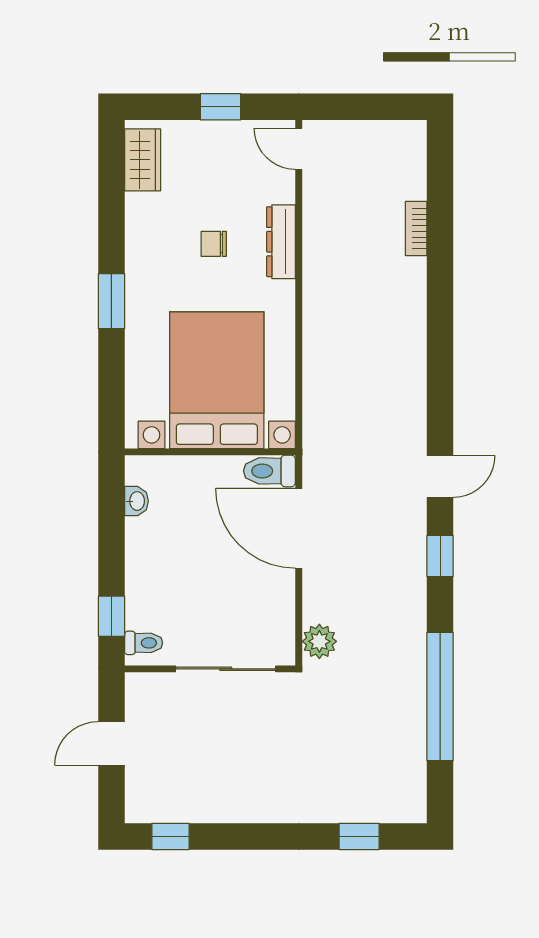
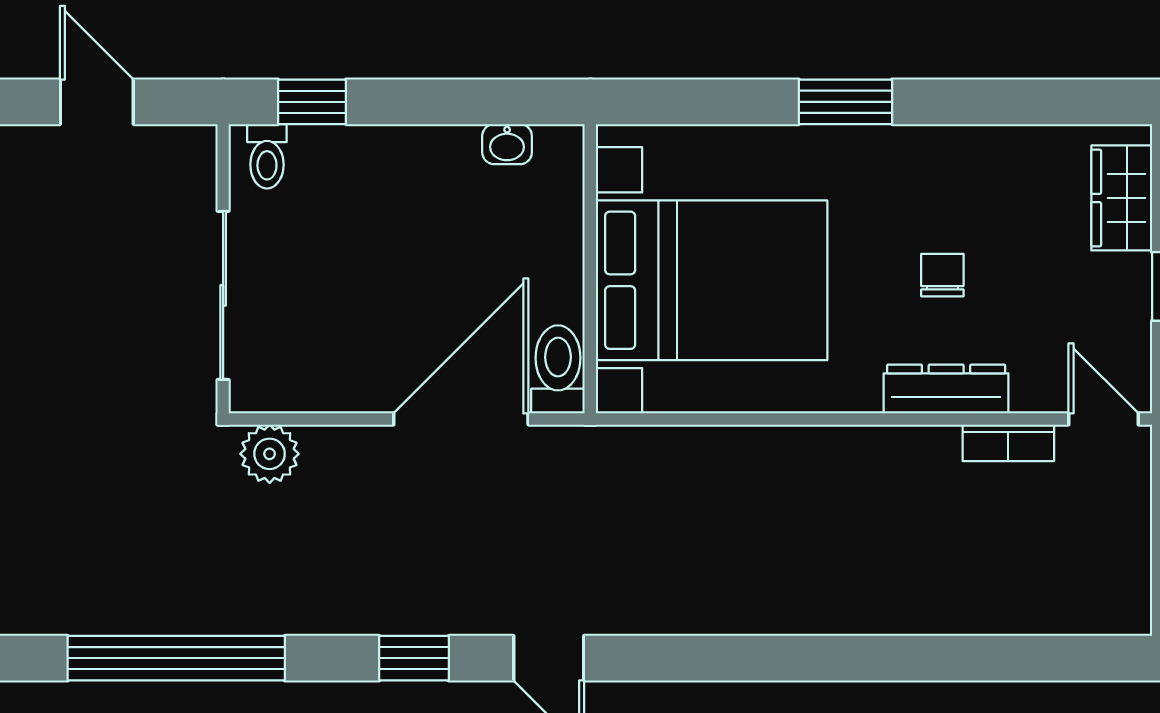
door: (299, 149) -> (1104, 419), hinge flipped
wardrobe: (143, 160) -> (1122, 198), moved, turned 90
bookcase: (416, 228) -> (1008, 443), moved, turned 180

